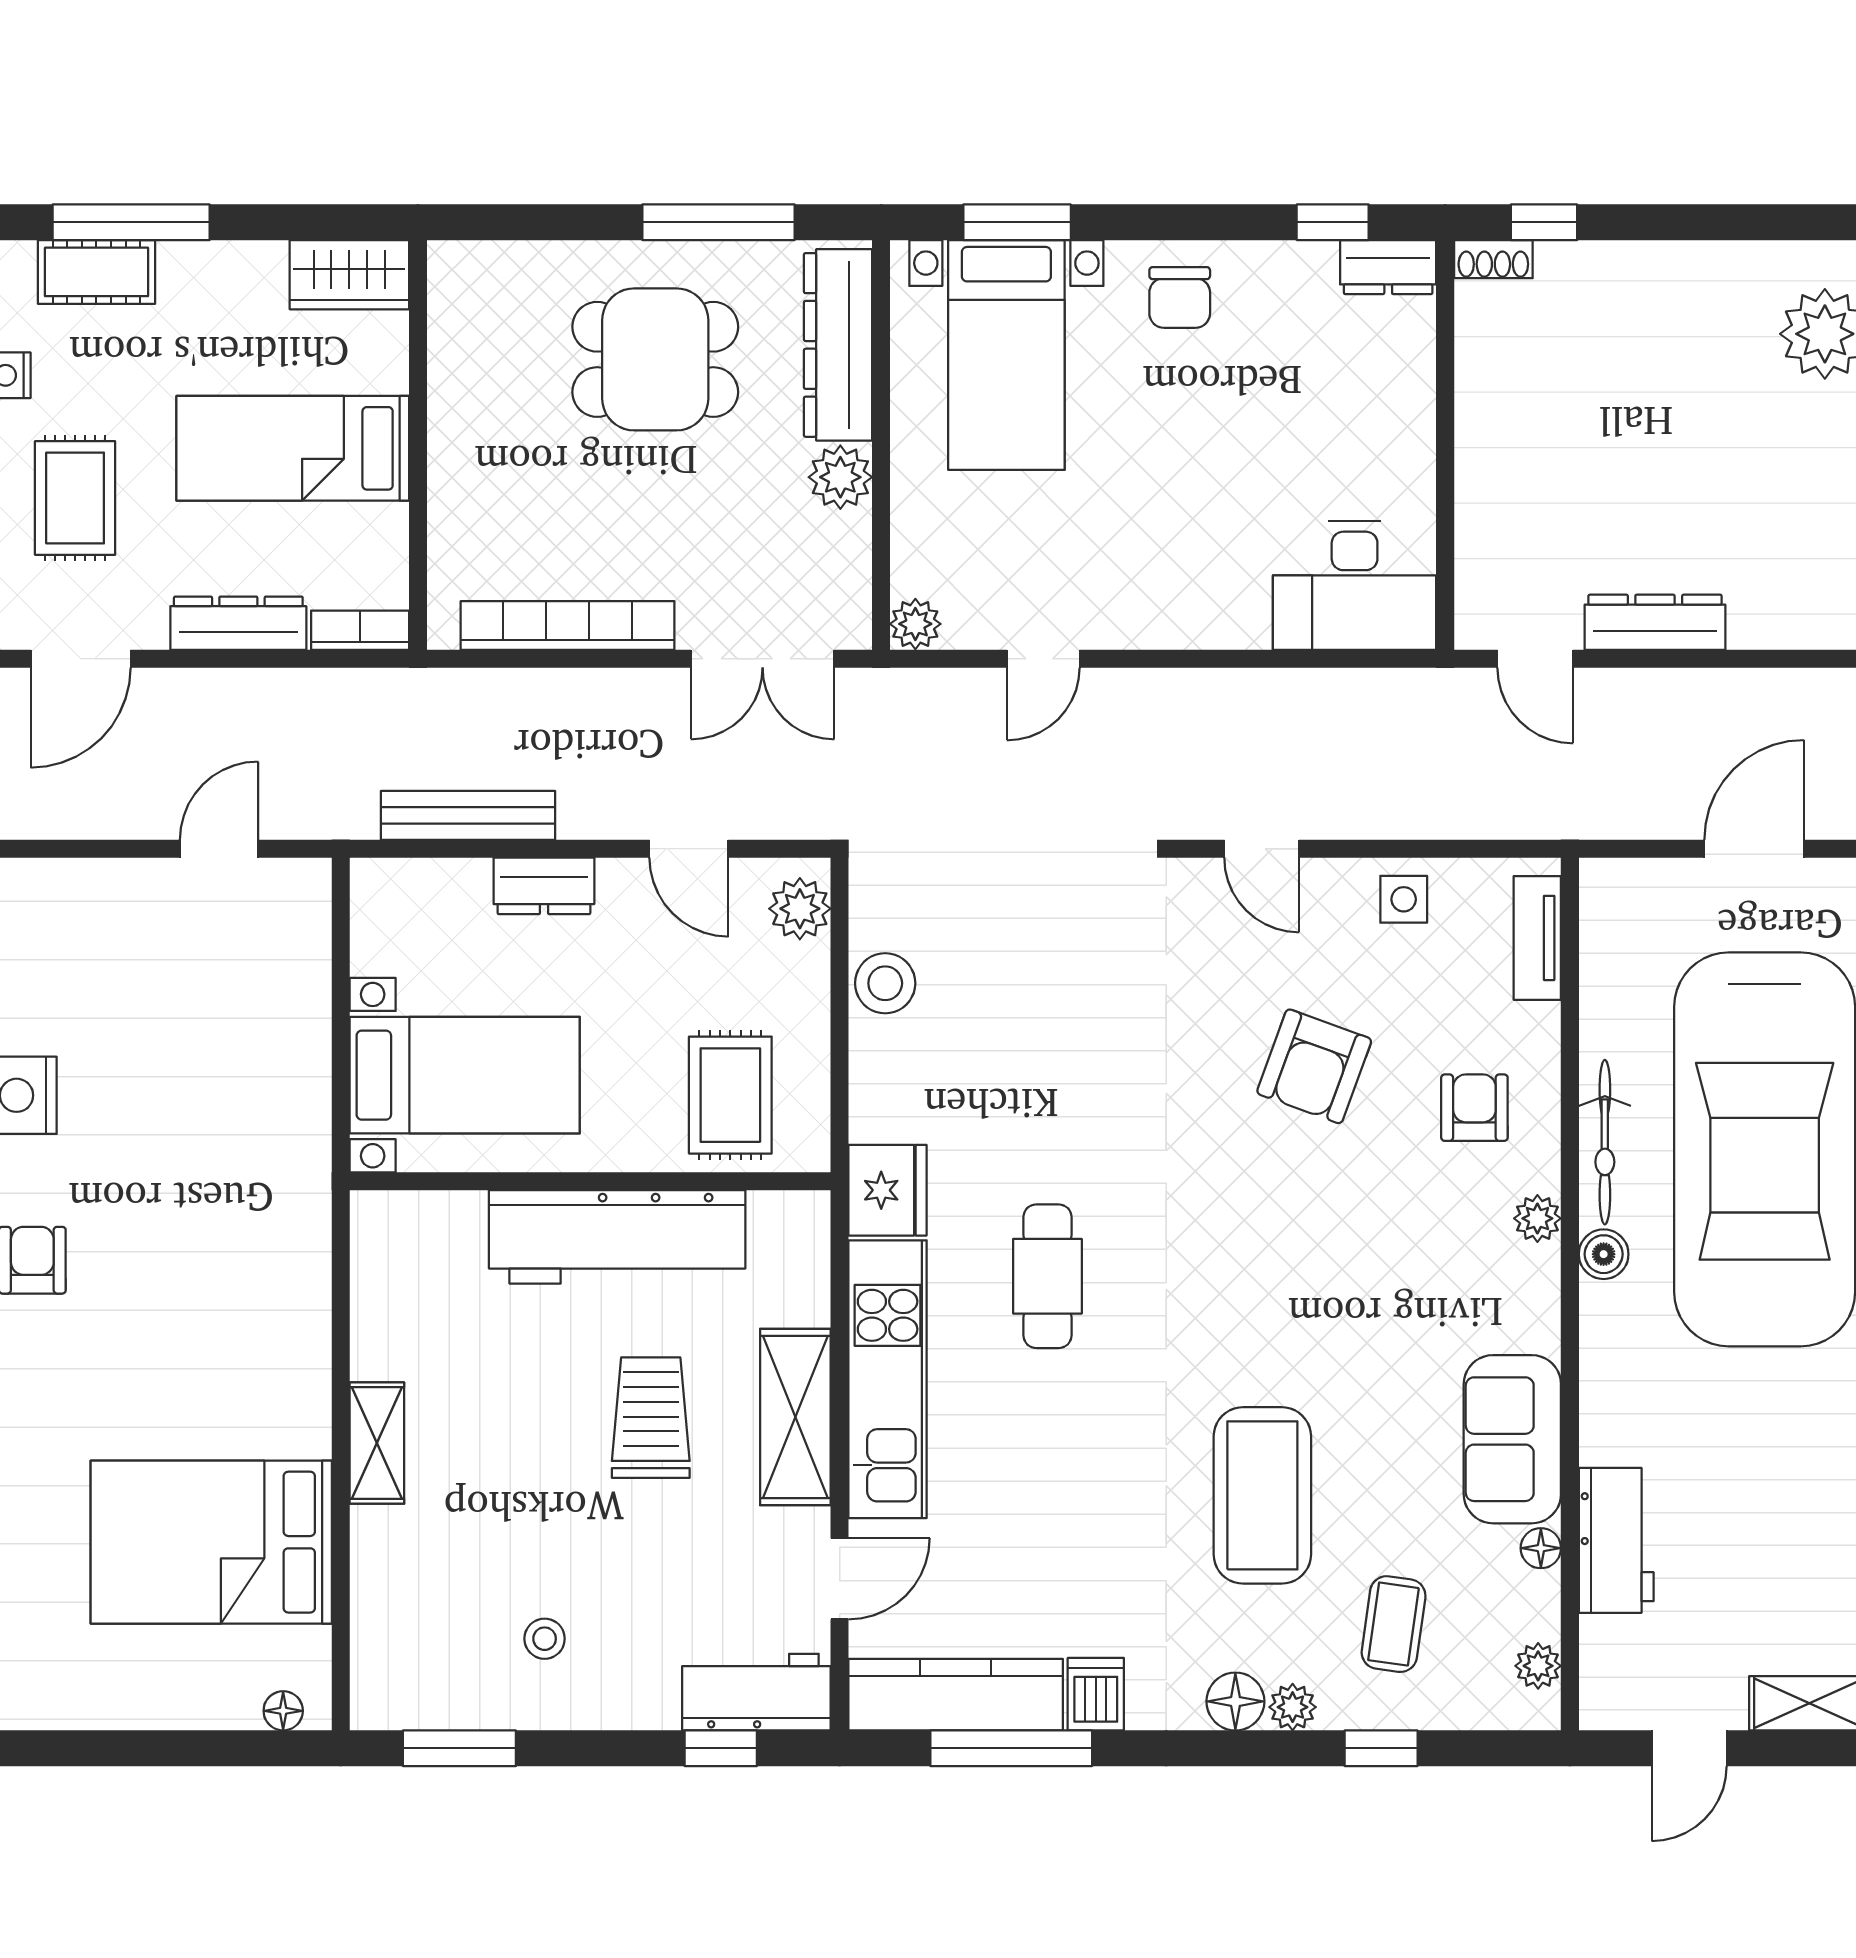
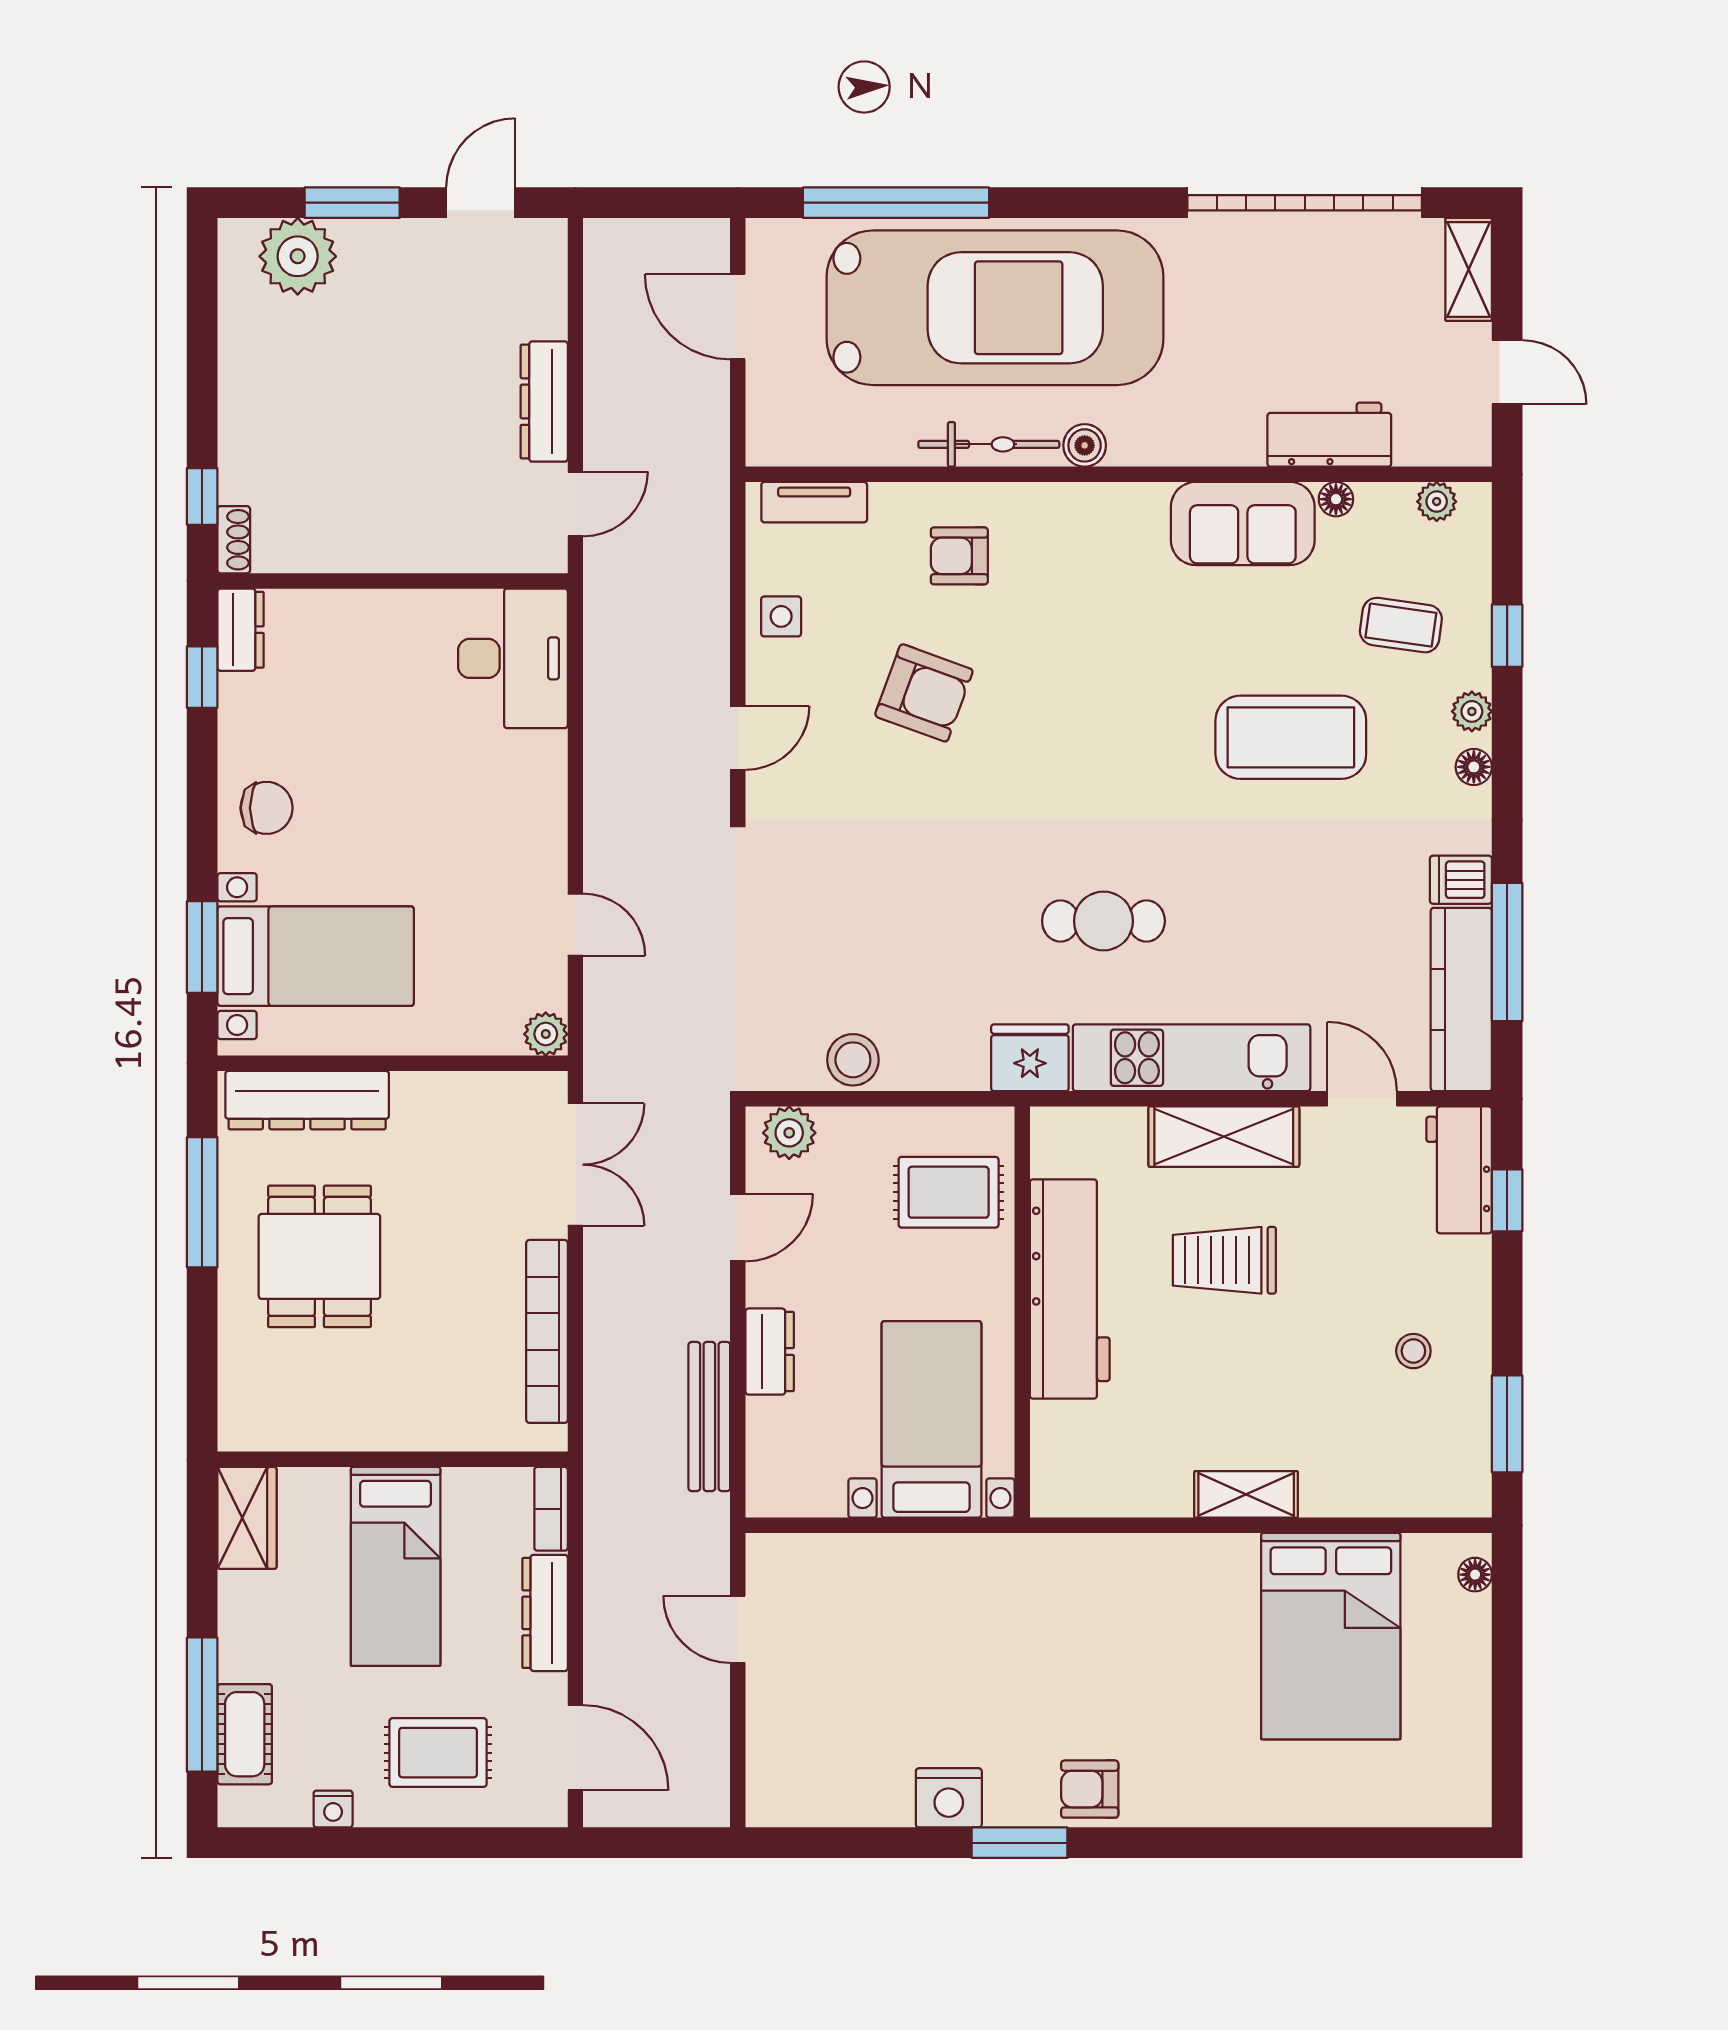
plant: (840, 477) -> (420, 1098), removed
plant: (1537, 1218) -> (1054, 502), removed
floor lamp: (1235, 1701) -> (1474, 767), width x0.73, depth x0.73

